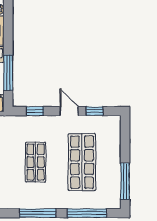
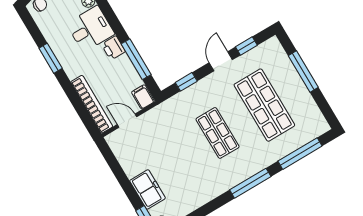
door: (69, 111) -> (221, 61), hinge flipped
window: (125, 181) -> (303, 71), moved

